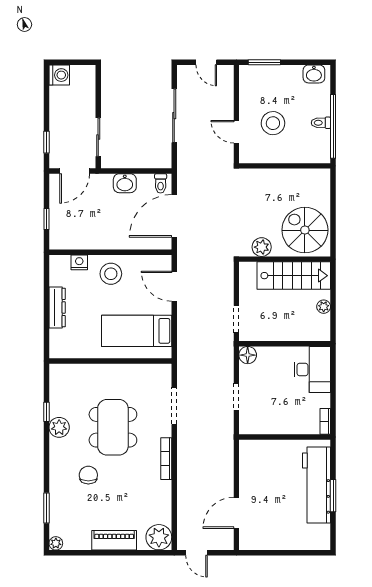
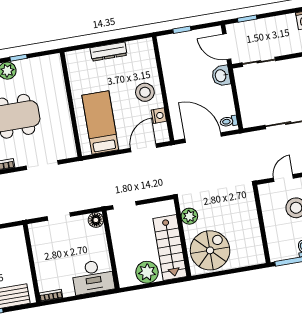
washbasin: (125, 183) -> (221, 76), moved
nightstand: (79, 262) -> (159, 116), moved
plant: (324, 307) -> (147, 272), width x1.88, depth x1.88

